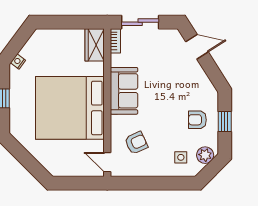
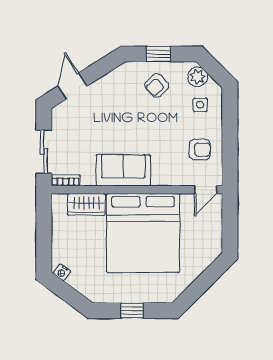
wardrobe: (95, 45) -> (86, 204), moved
nightstand: (18, 62) -> (62, 272), moved
armchair: (197, 120) -> (157, 85), turned 46
armchair: (136, 143) -> (200, 149), moved, turned 115

